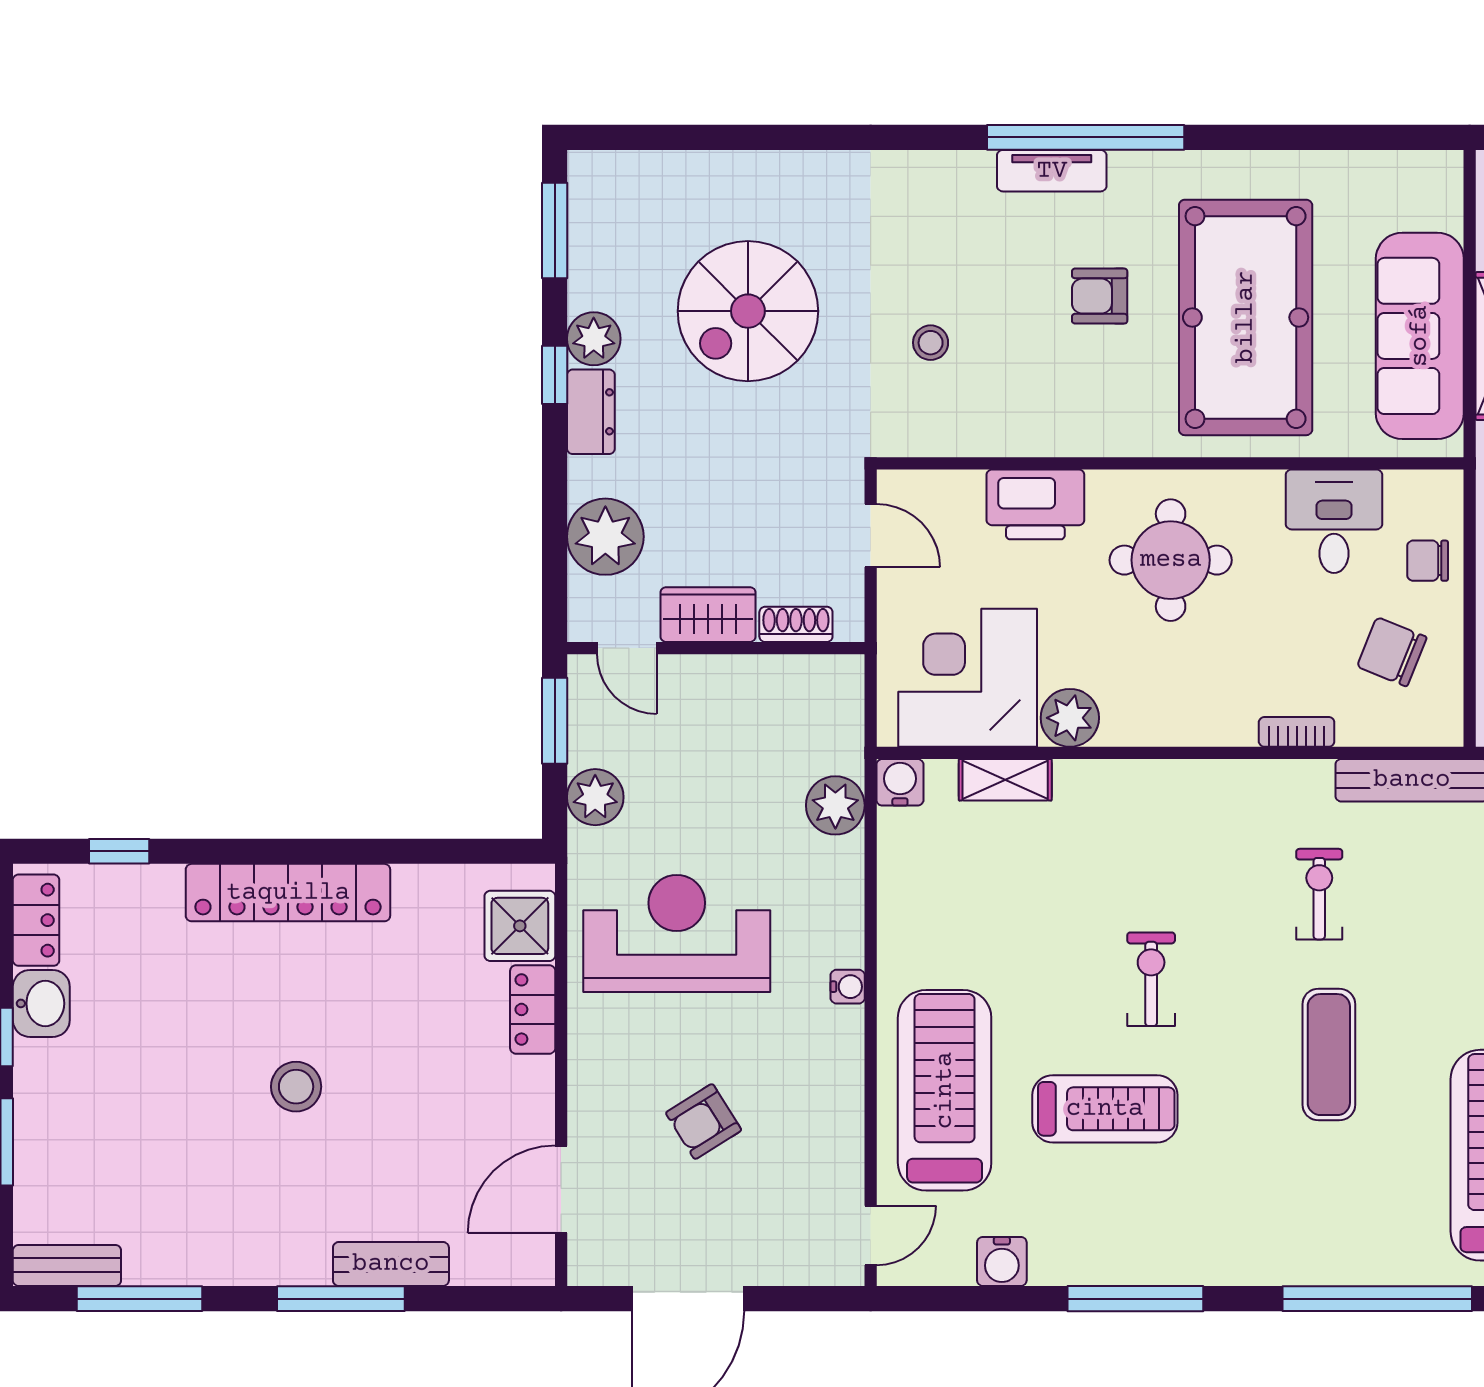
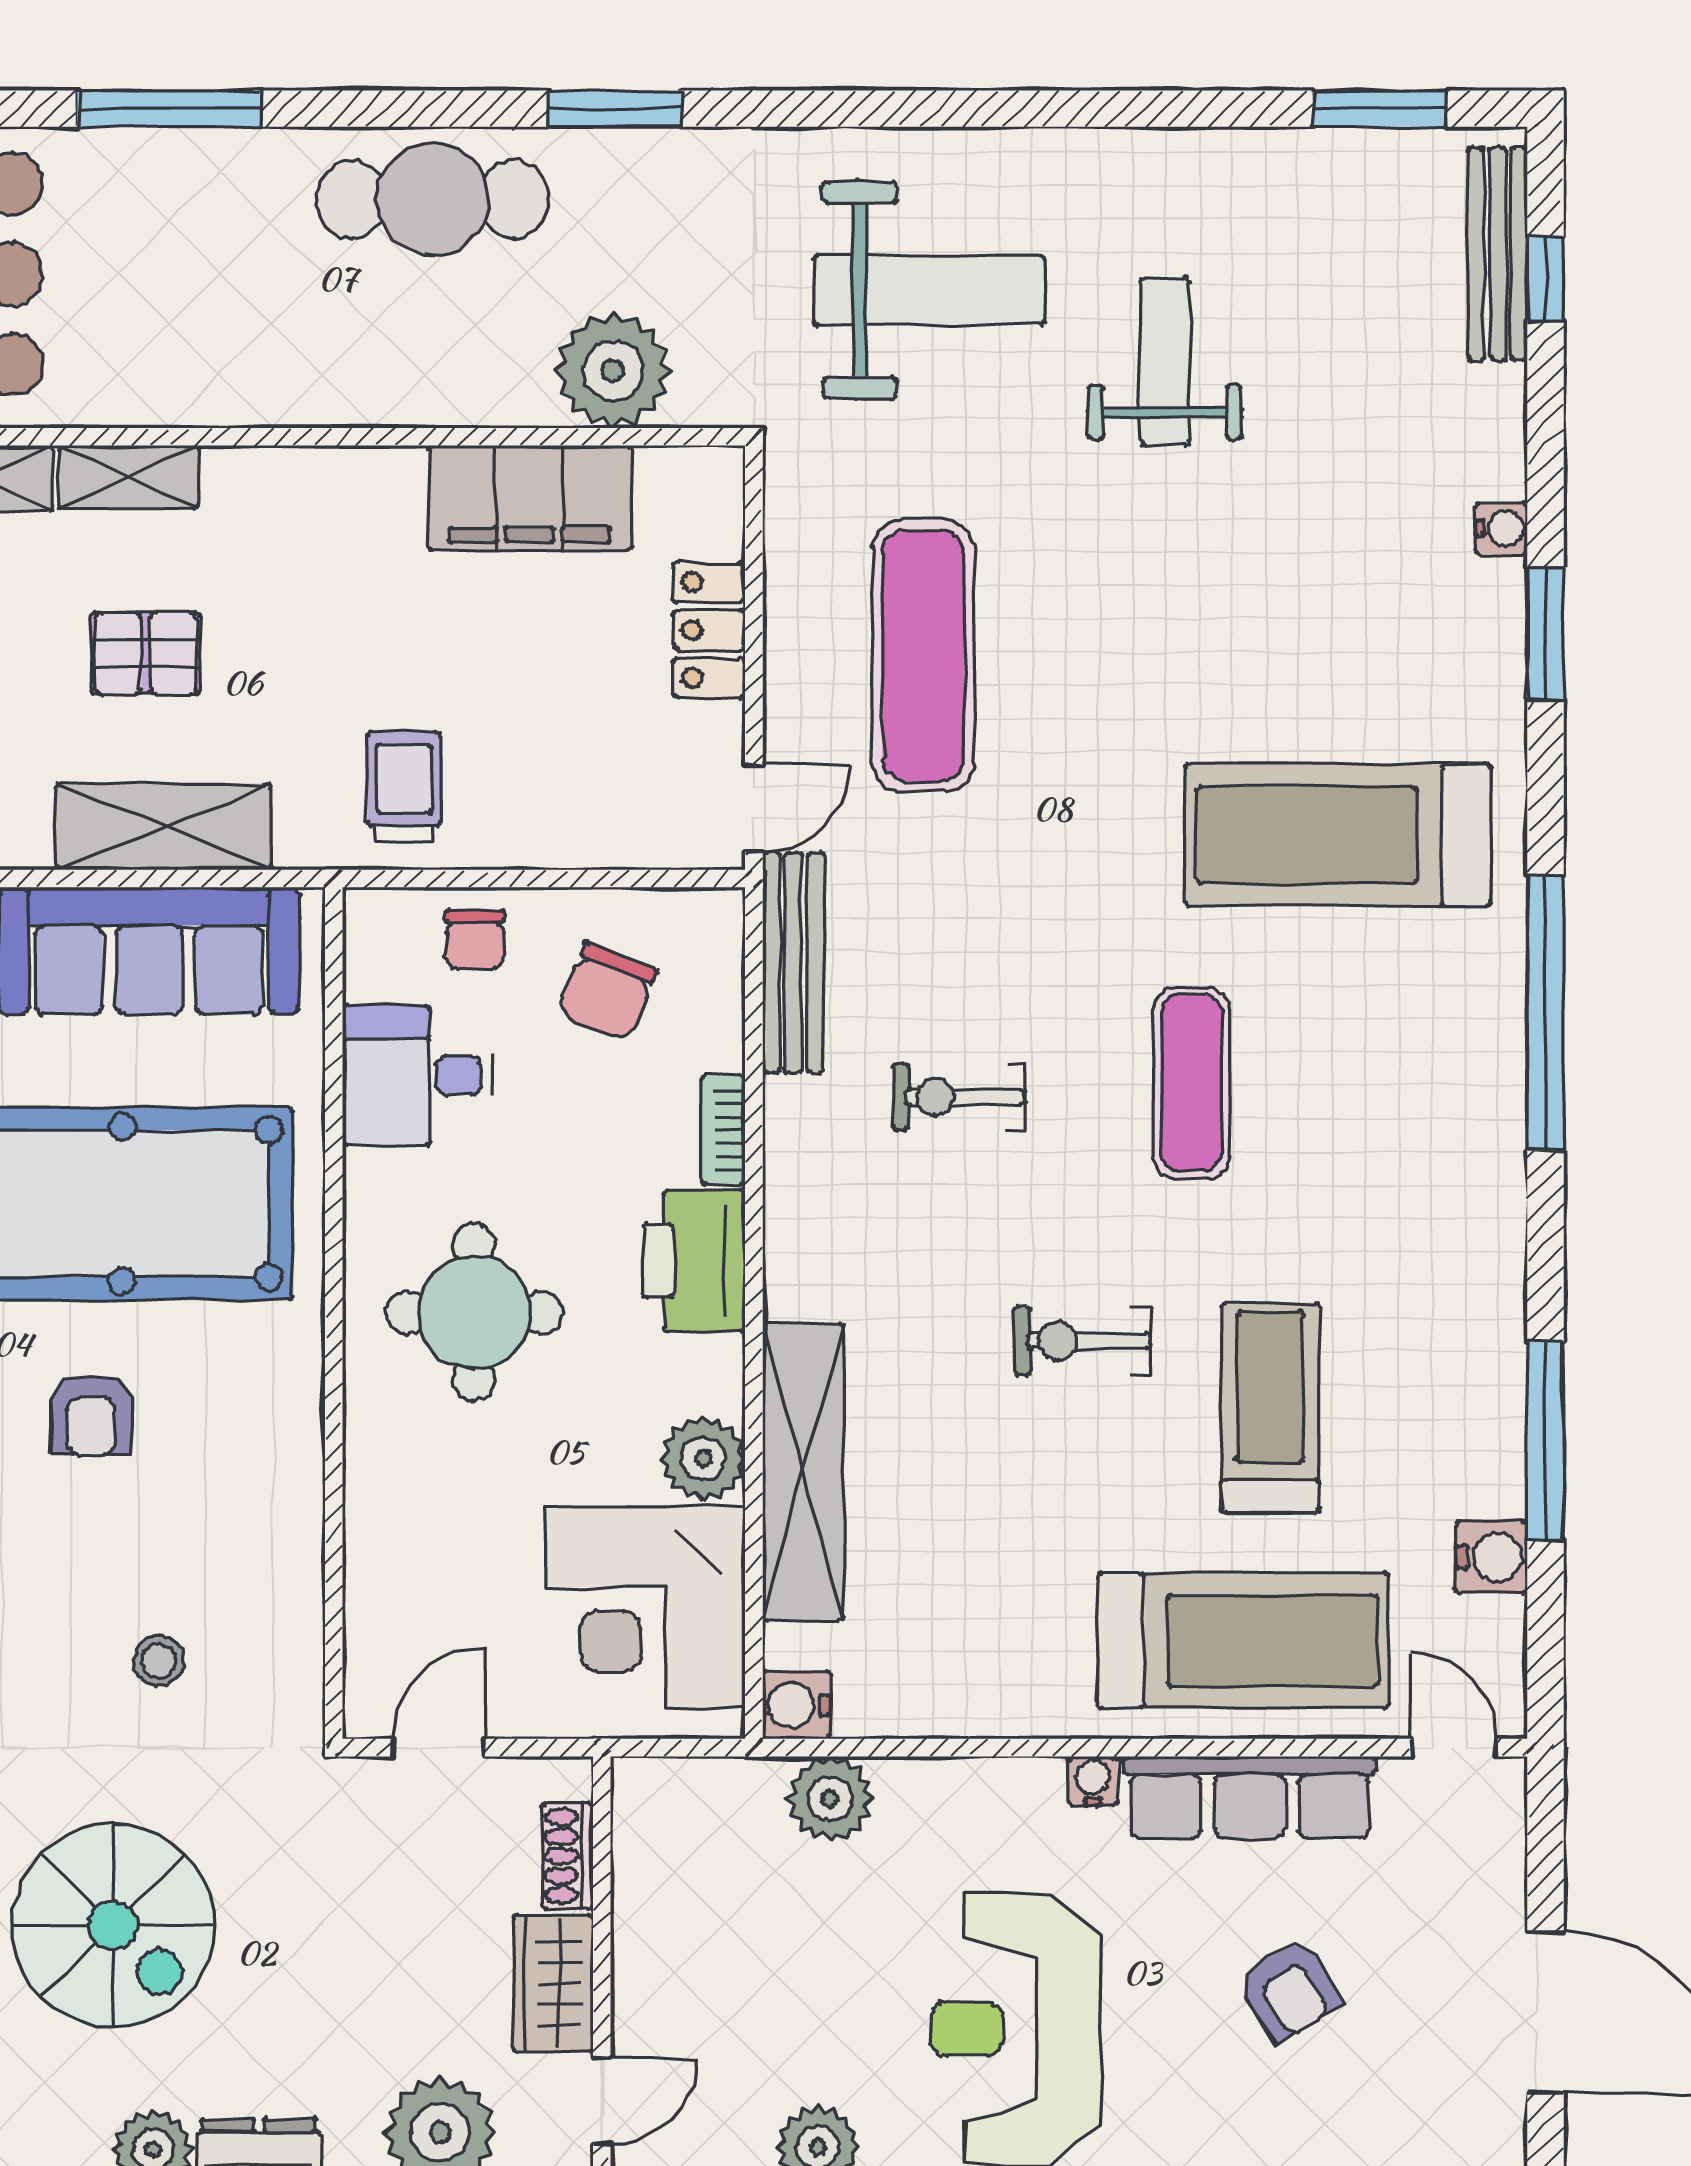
printer: (1035, 504) -> (694, 1261), moved, turned 180
shelving: (1005, 780) -> (803, 1471), width x2.20, depth x1.33
exercise mat: (1329, 1055) -> (1191, 1083), turned 90
treadmill: (945, 1090) -> (1243, 1640), turned 180
row of seats: (836, 1095) -> (1250, 1797), added
window: (1135, 1299) -> (1545, 1440), moved

